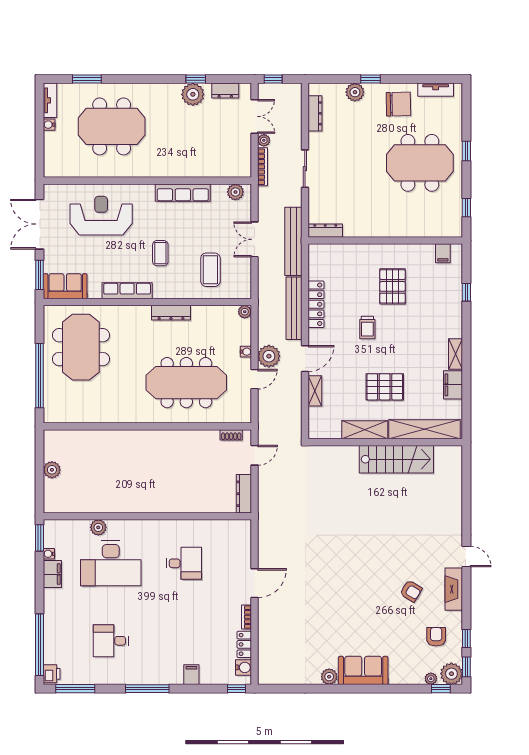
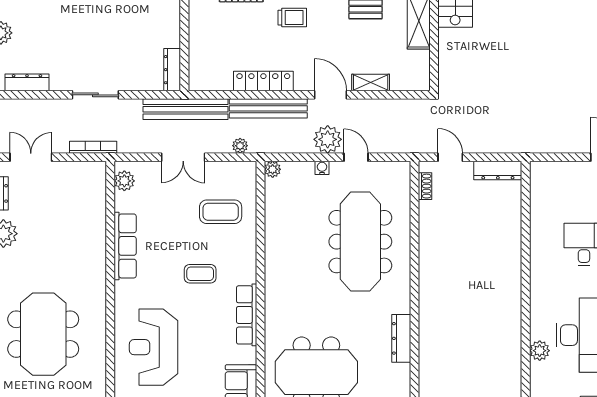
plant: (264, 140) -> (240, 146), moved
dresser: (171, 313) -> (401, 338), moved, turned 180

